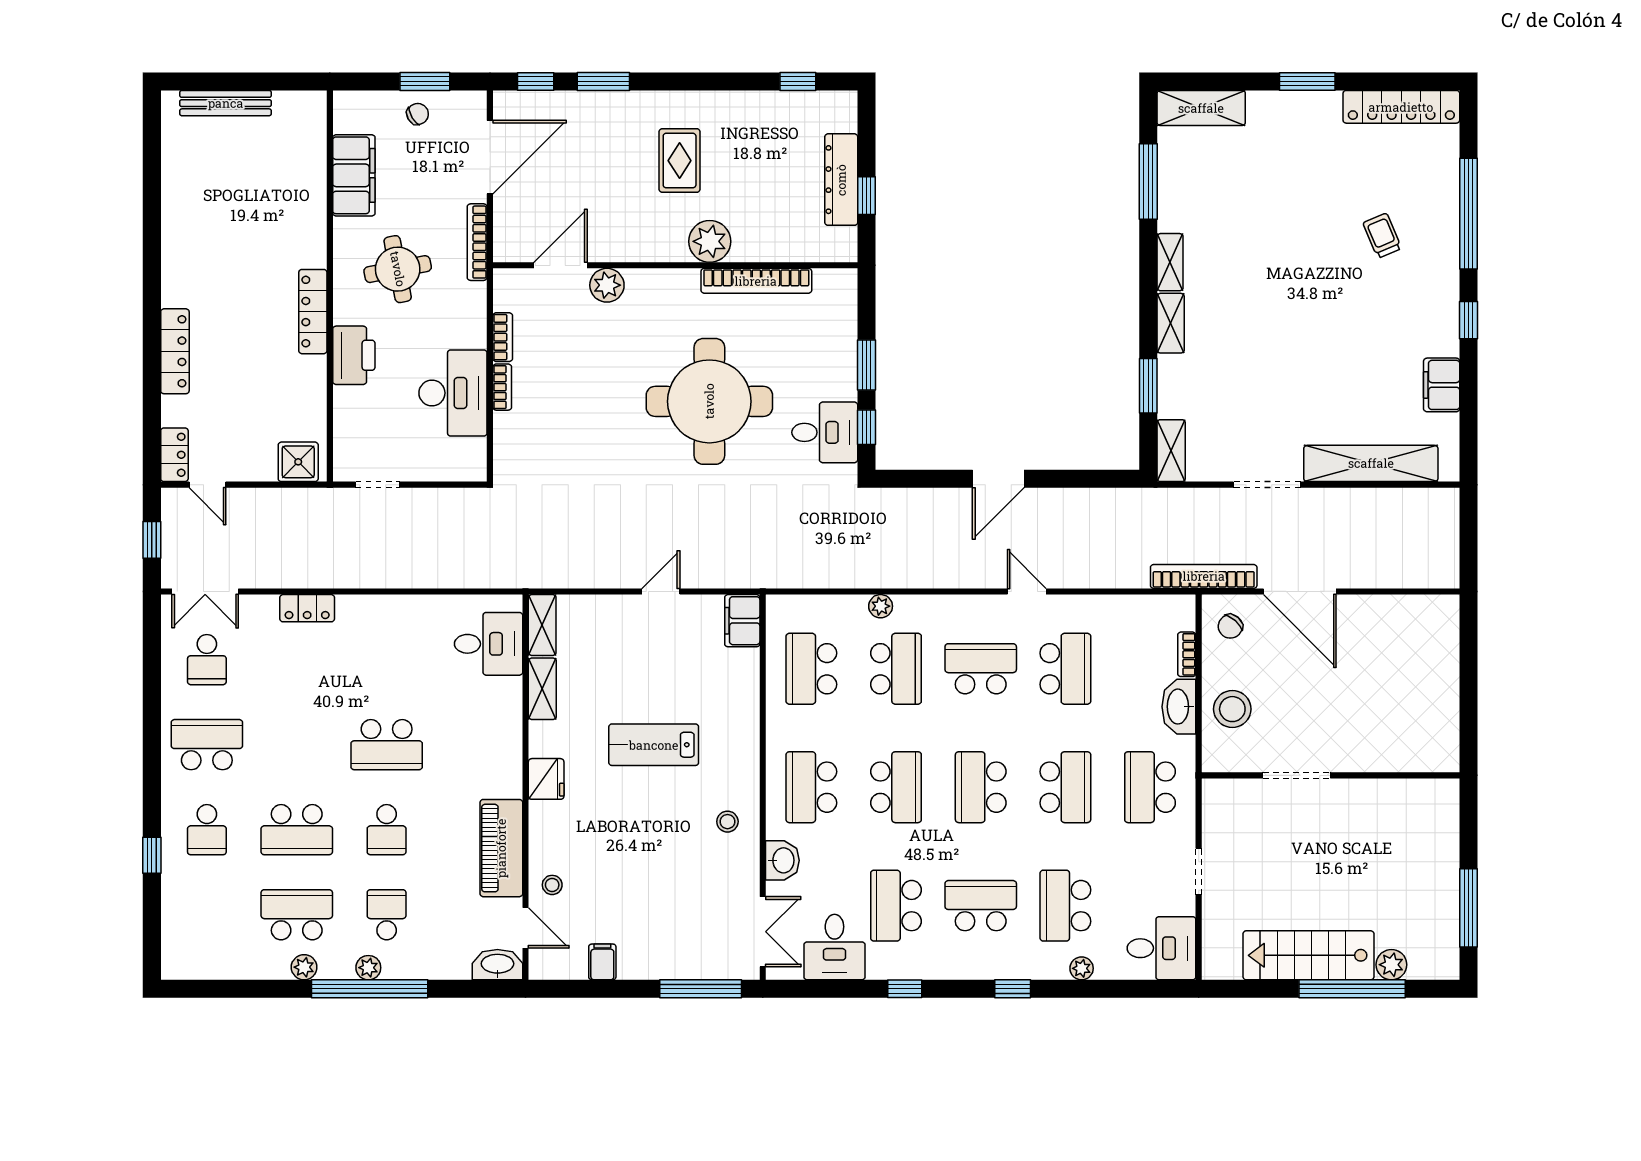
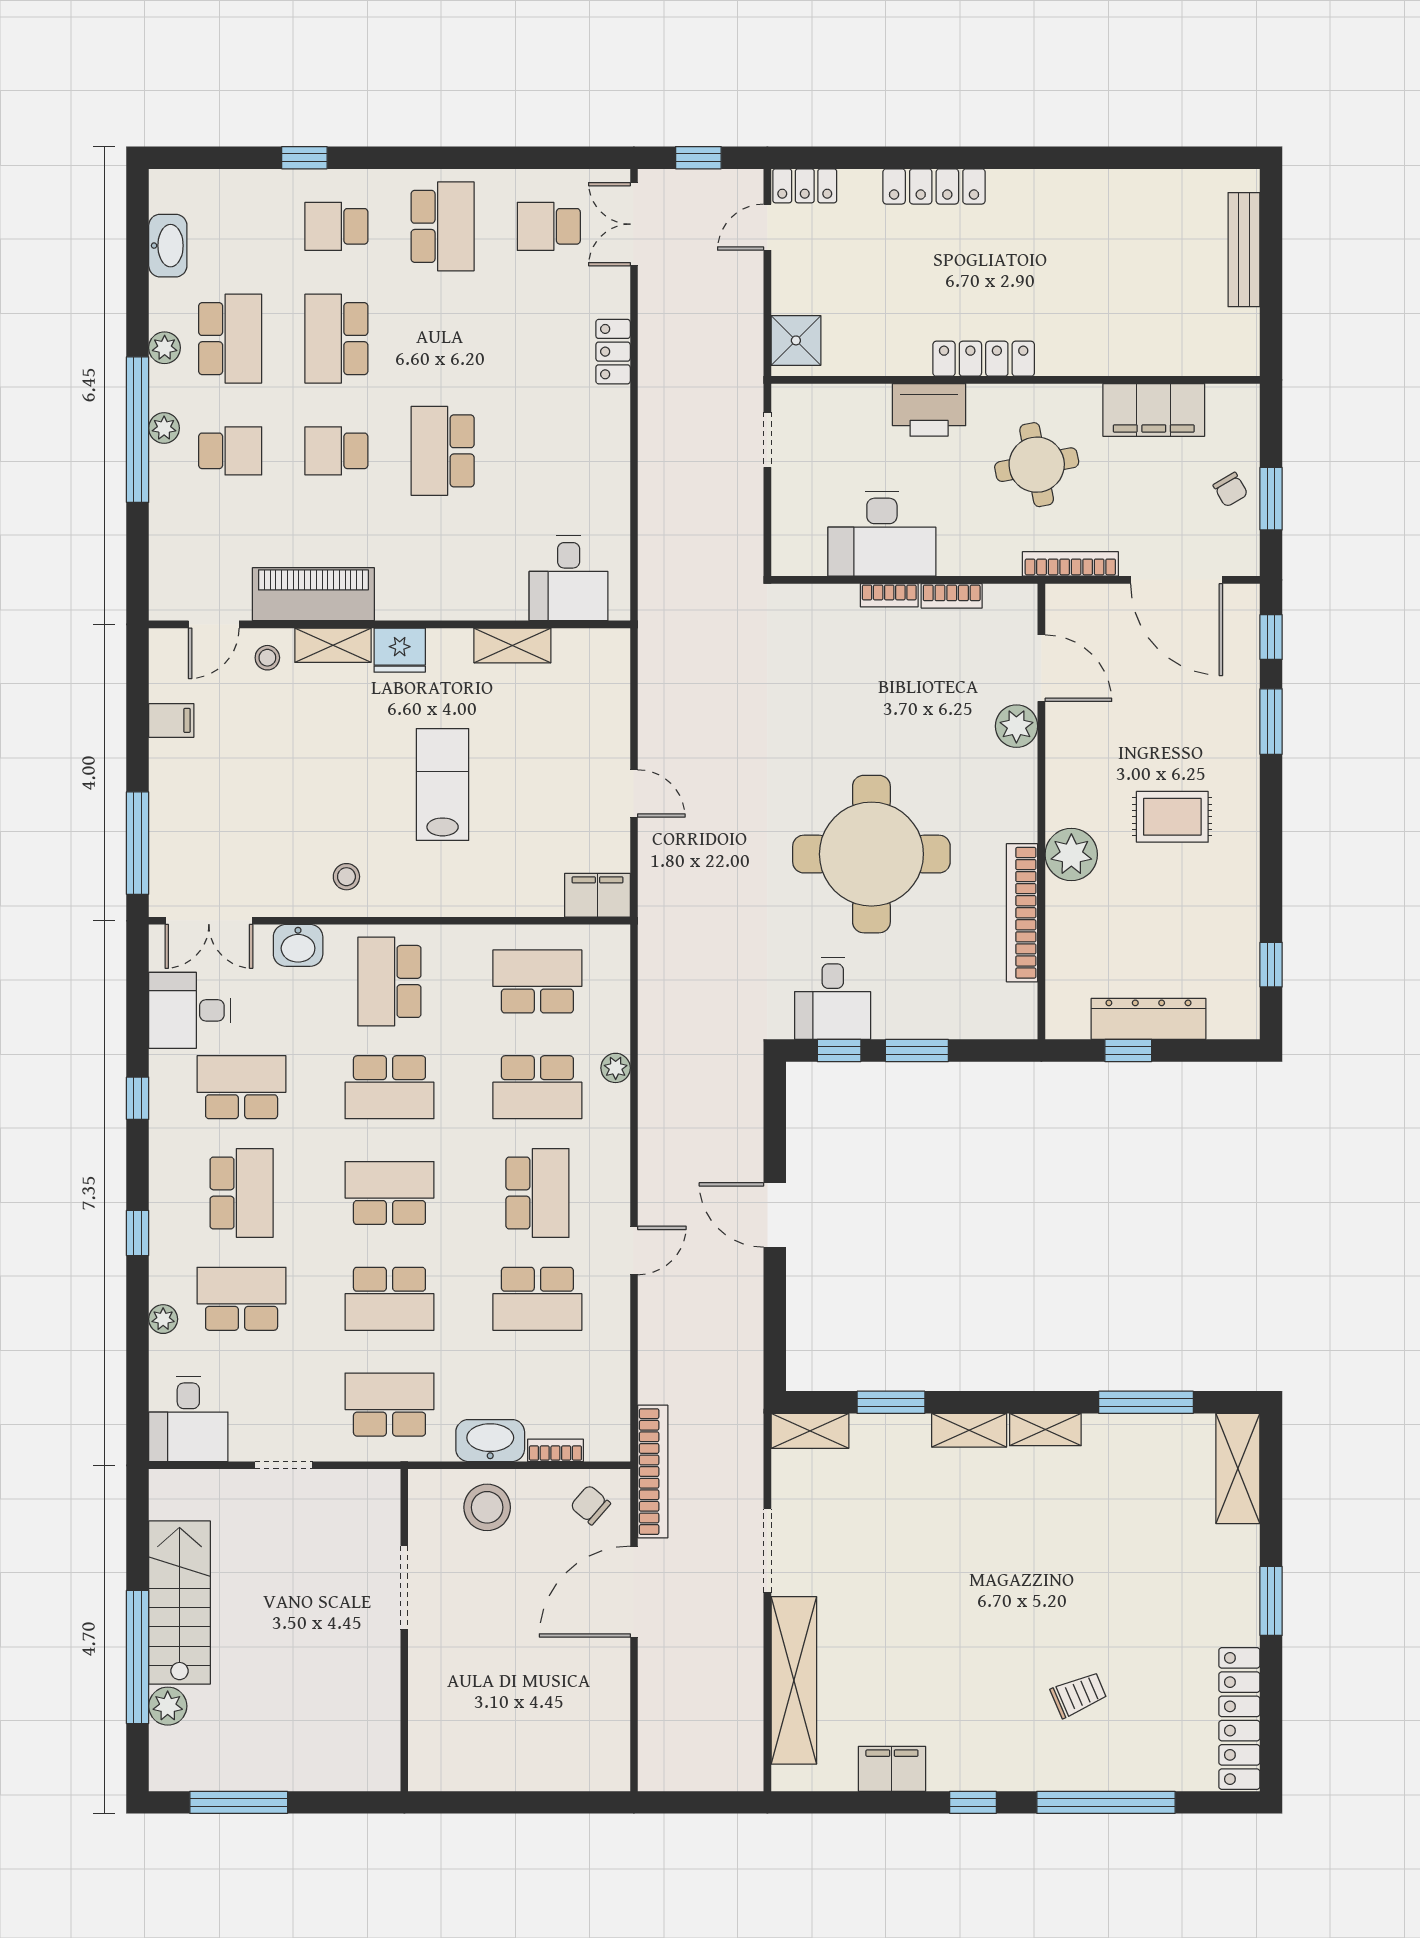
shelving: (542, 625) -> (333, 645), moved
school desk: (811, 787) -> (389, 981), turned -90
washbasin: (497, 965) -> (168, 246), moved

